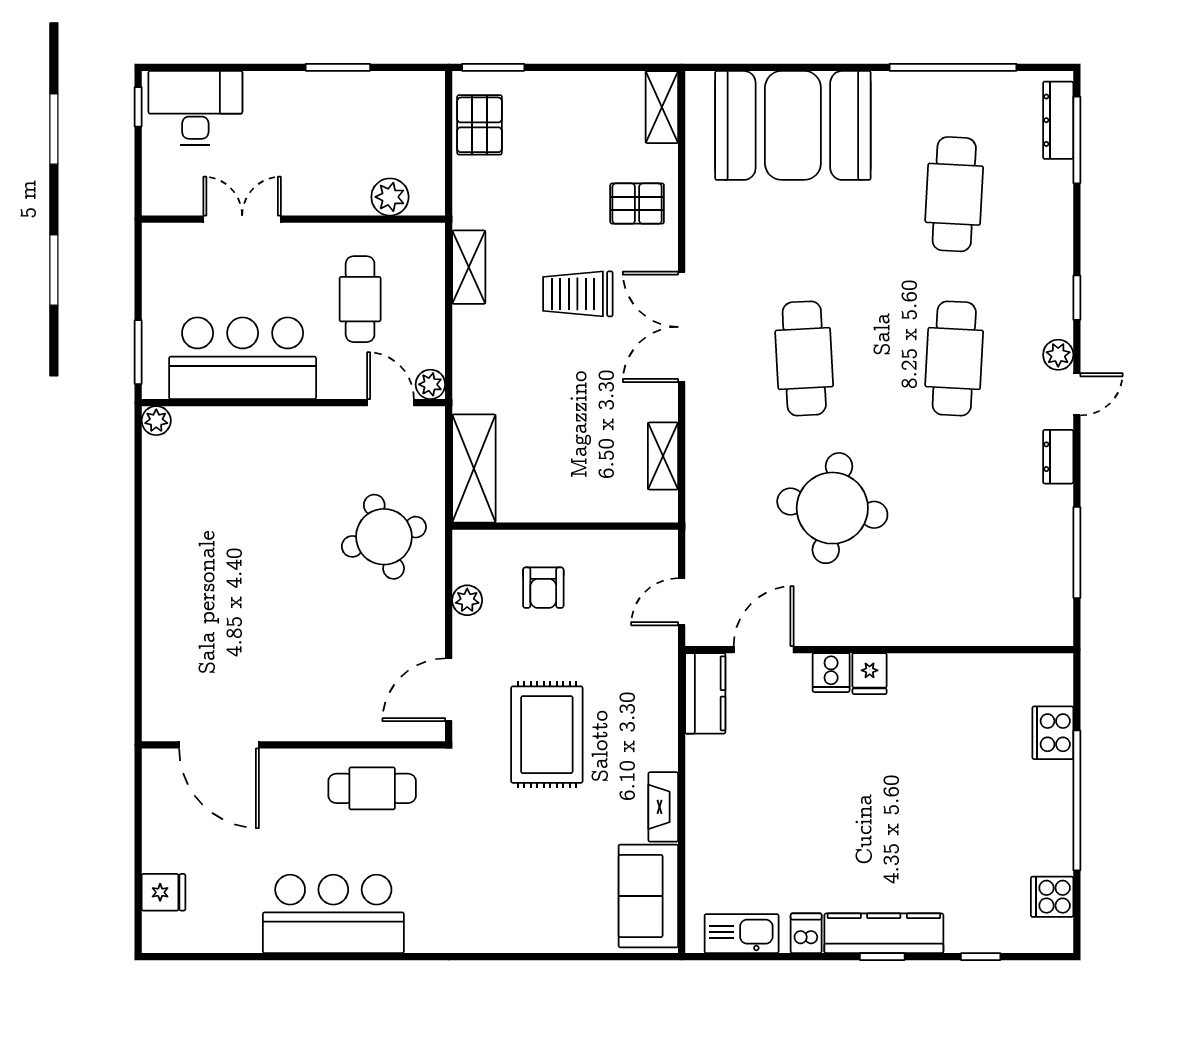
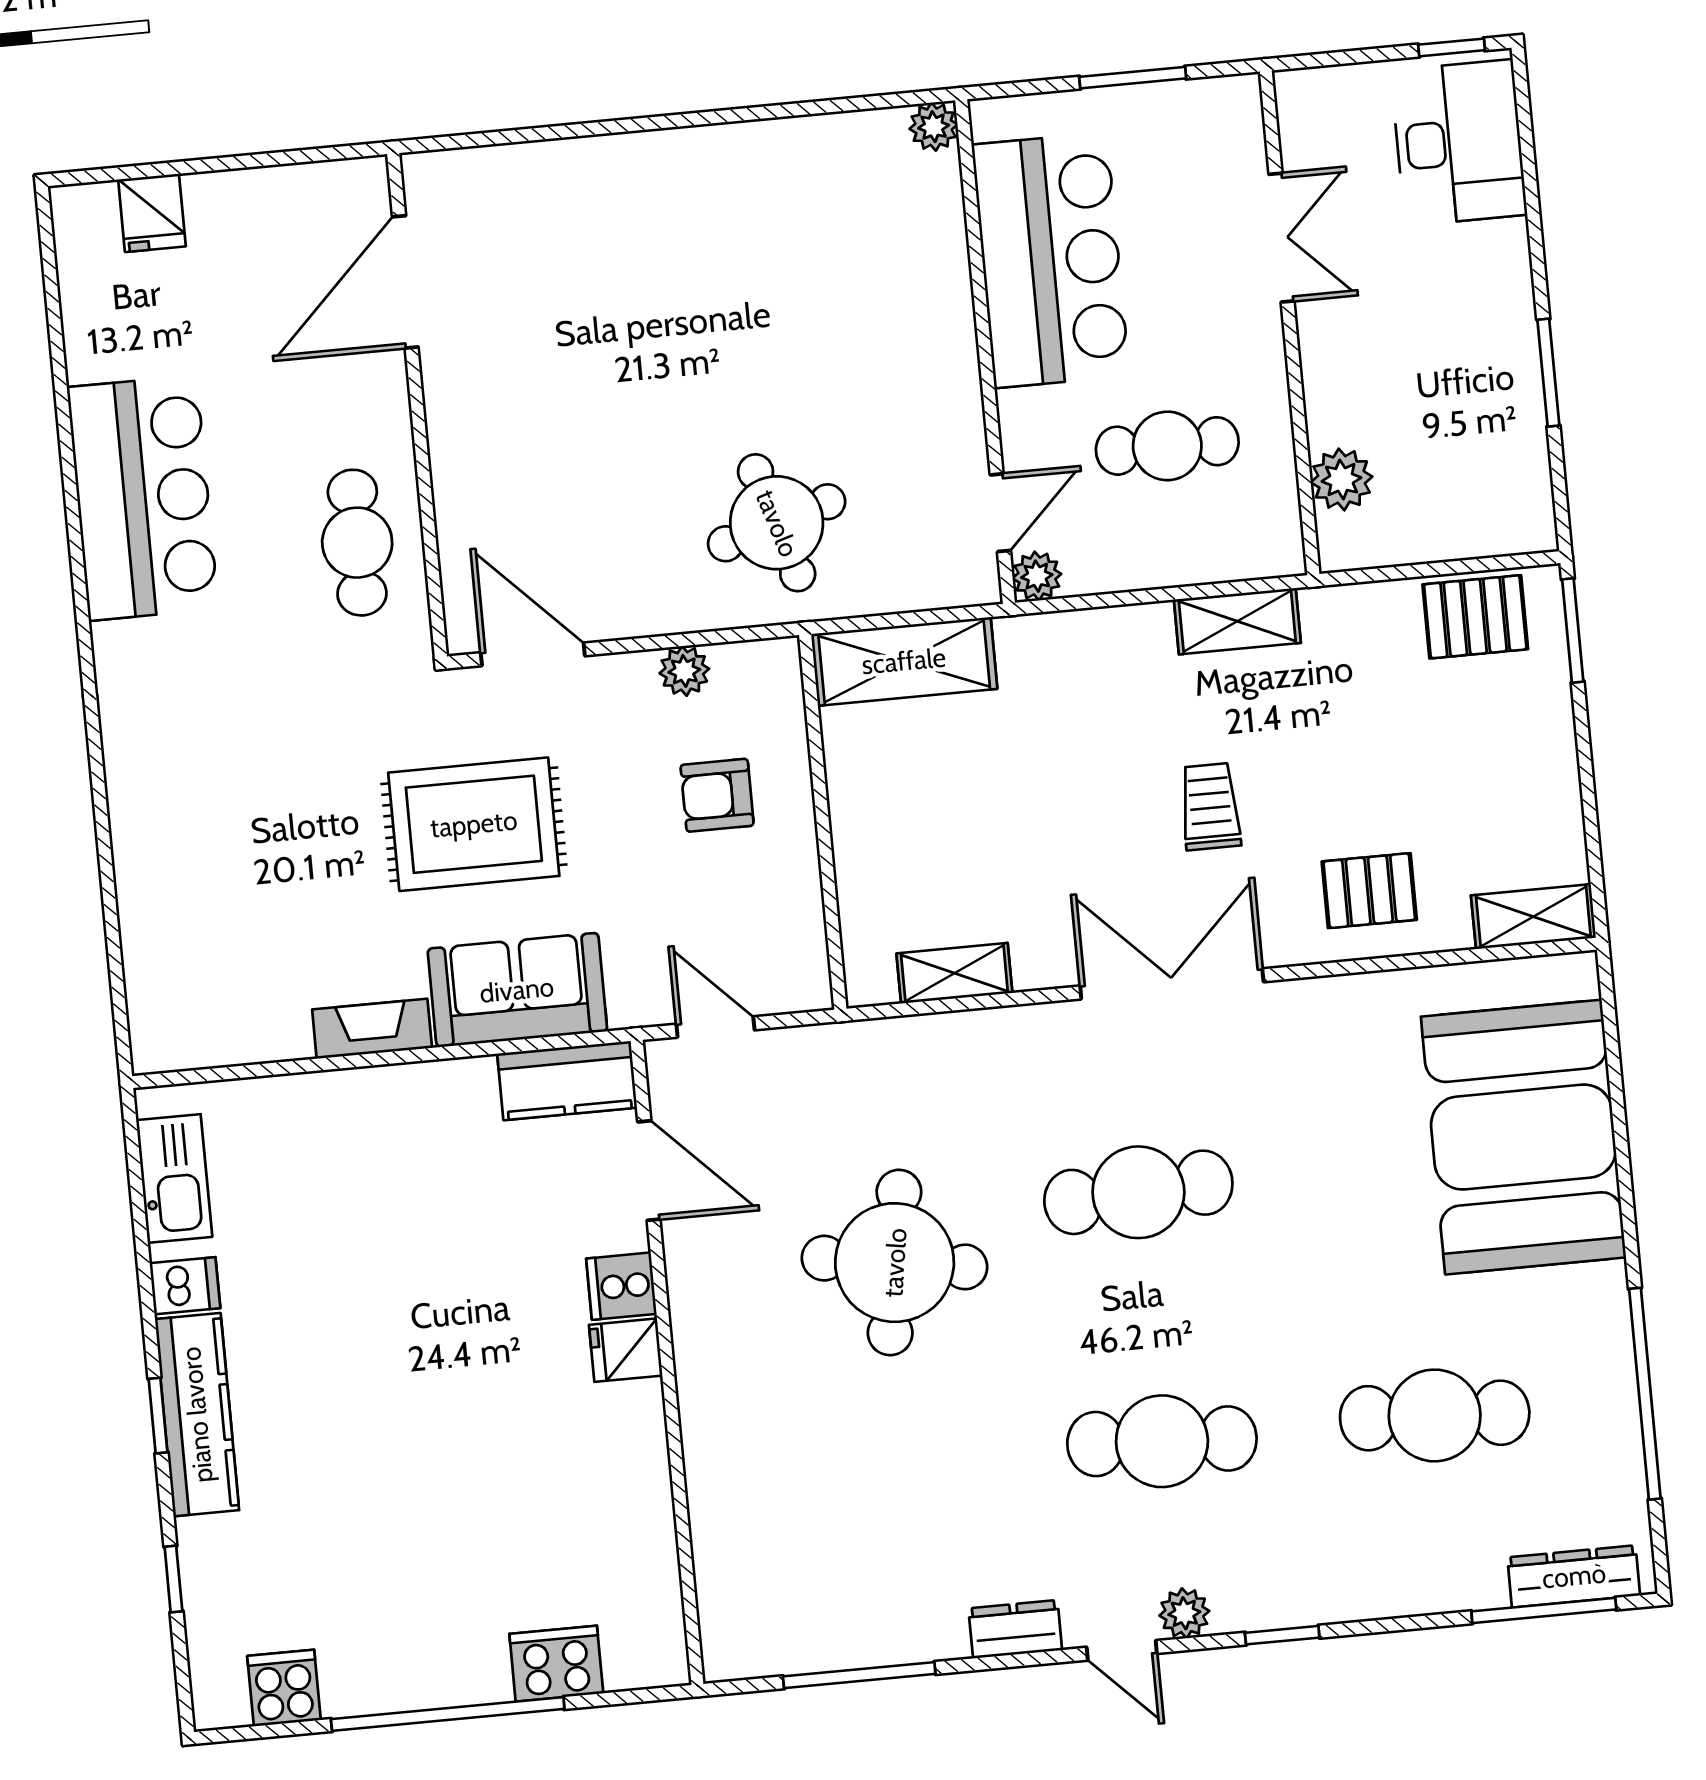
pallet: (637, 204) -> (1369, 891), turned 90
trolley: (578, 294) -> (1210, 807), width x0.73, depth x0.72
window: (138, 352) -> (1133, 78), moved
sofa: (648, 896) -> (517, 990), moved

